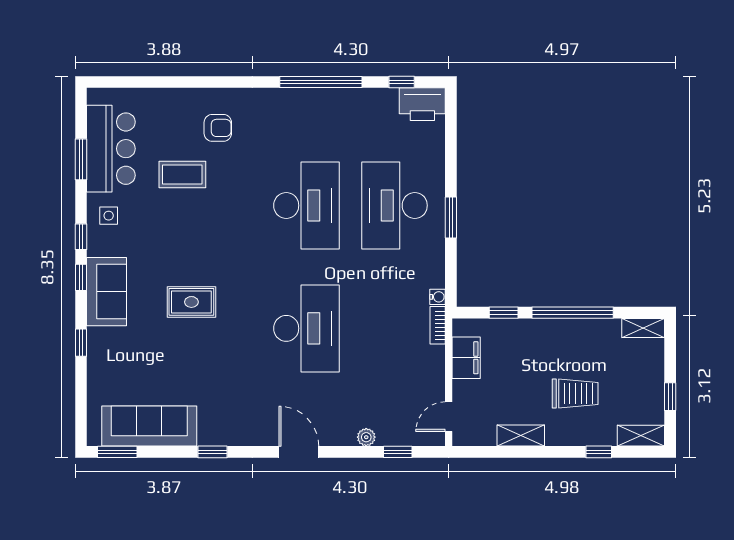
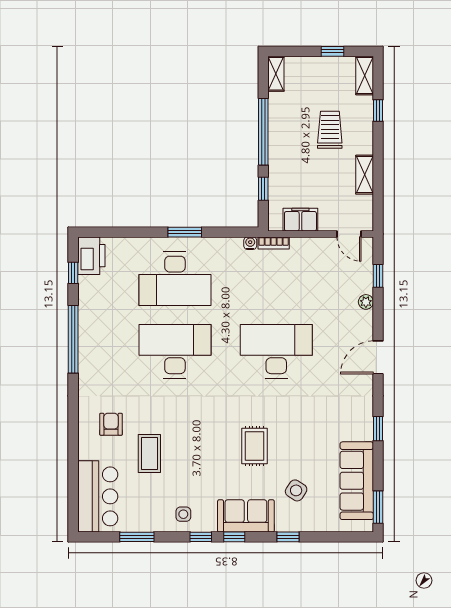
bar counter: (111, 149) -> (98, 496), moved, turned 90
side table: (137, 352) -> (296, 490), added

